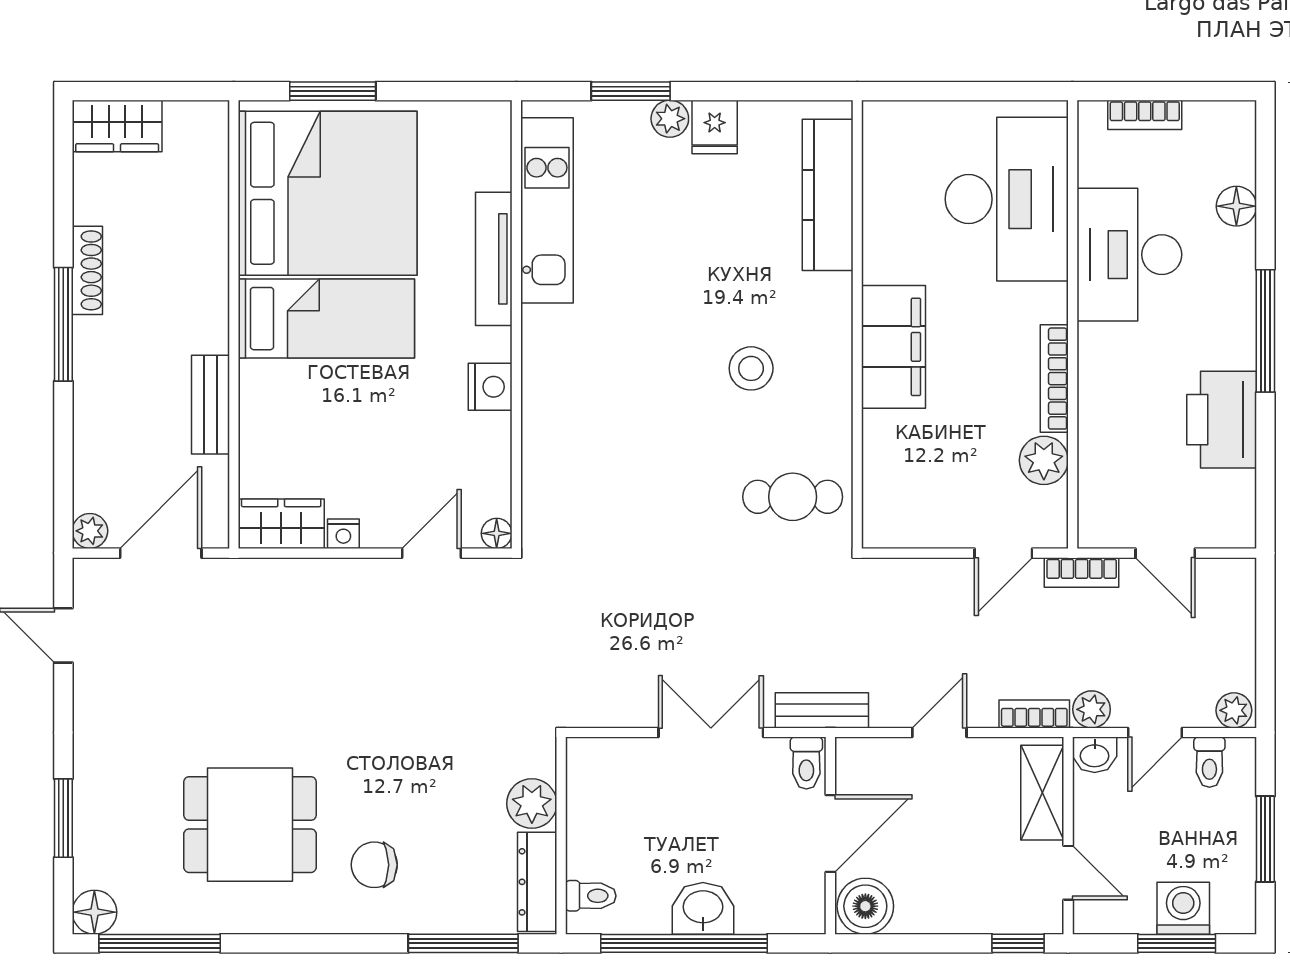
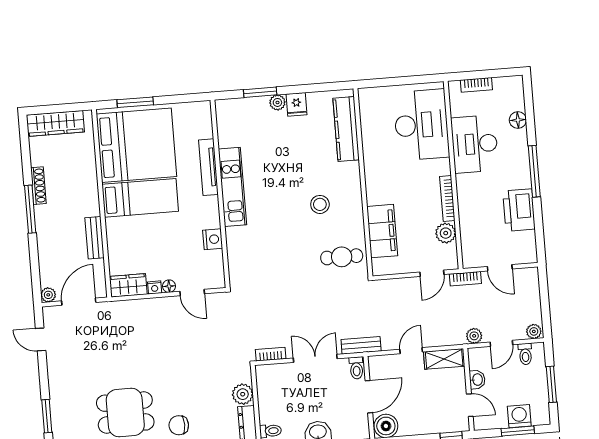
wardrobe: (117, 126) -> (55, 123), width x1.50
kitchen unit: (547, 210) -> (232, 187), moved
filing cabinet: (894, 347) -> (382, 231), moved
nightstand: (490, 387) -> (213, 239), moved
floor lamp: (497, 533) -> (169, 286), moved
door: (431, 553) -> (192, 293), swing flipped
bookcase: (1034, 714) -> (271, 354), moved
washbasin: (1095, 755) -> (477, 380), moved, turned -90
shelving: (1042, 793) -> (444, 359), moved, turned 90

